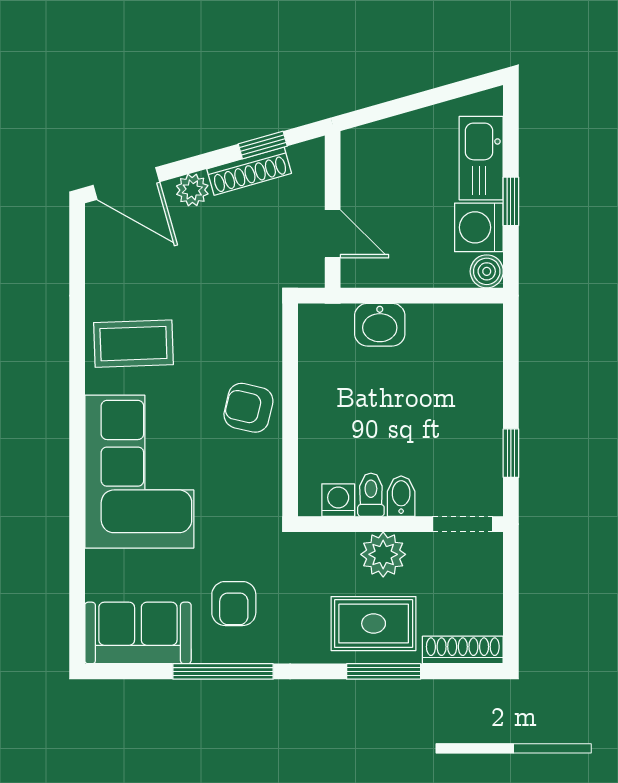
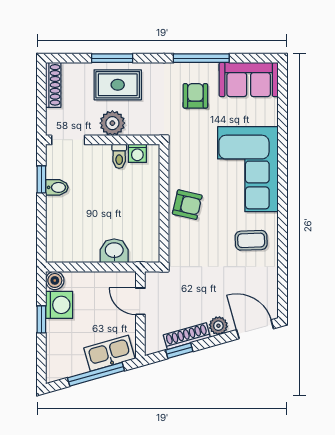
window: (413, 103) -> (96, 374), added
kitchen sink: (481, 158) -> (109, 353), moved, turned -106
coffee table: (133, 344) -> (251, 240), width x0.73, depth x0.77
bidet: (401, 496) -> (57, 187), moved, turned -90
shoe rack: (463, 650) -> (53, 85), moved, turned -90

